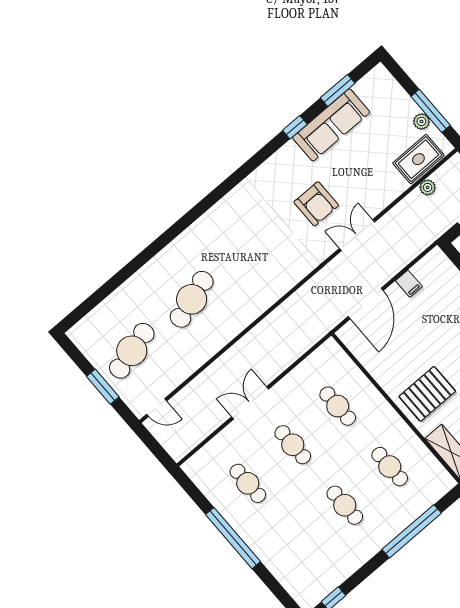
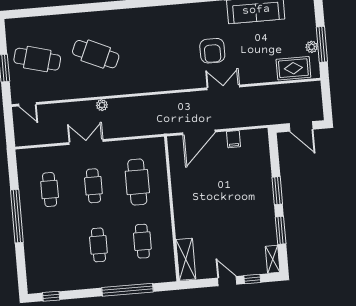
plant: (428, 187) -> (102, 105), moved
cafe table: (192, 299) -> (96, 54), turned 42
cafe table: (132, 351) -> (37, 59), turned 30
pallet: (427, 394) -> (197, 214), removed
cafe table: (338, 406) -> (137, 182), width x1.37, depth x1.35

